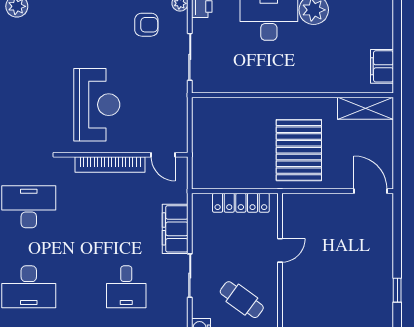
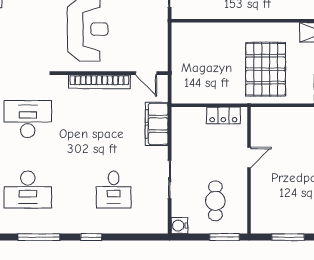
locker: (241, 203) -> (223, 115), width x0.66
filing cabinet: (175, 229) -> (157, 124), moved
cafe table: (242, 300) -> (215, 201), turned 54

